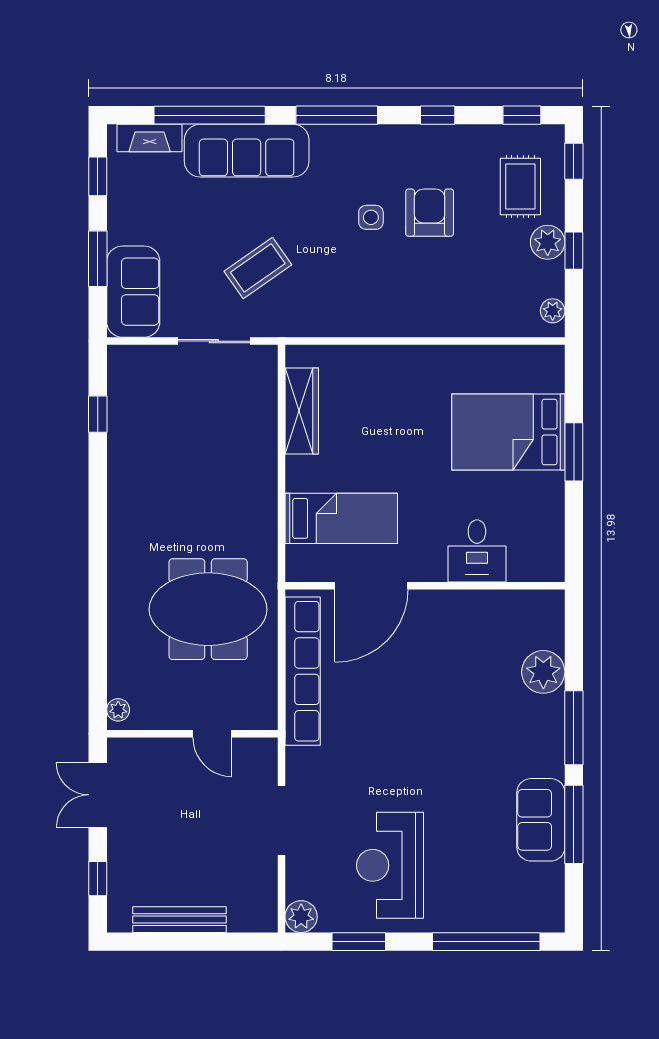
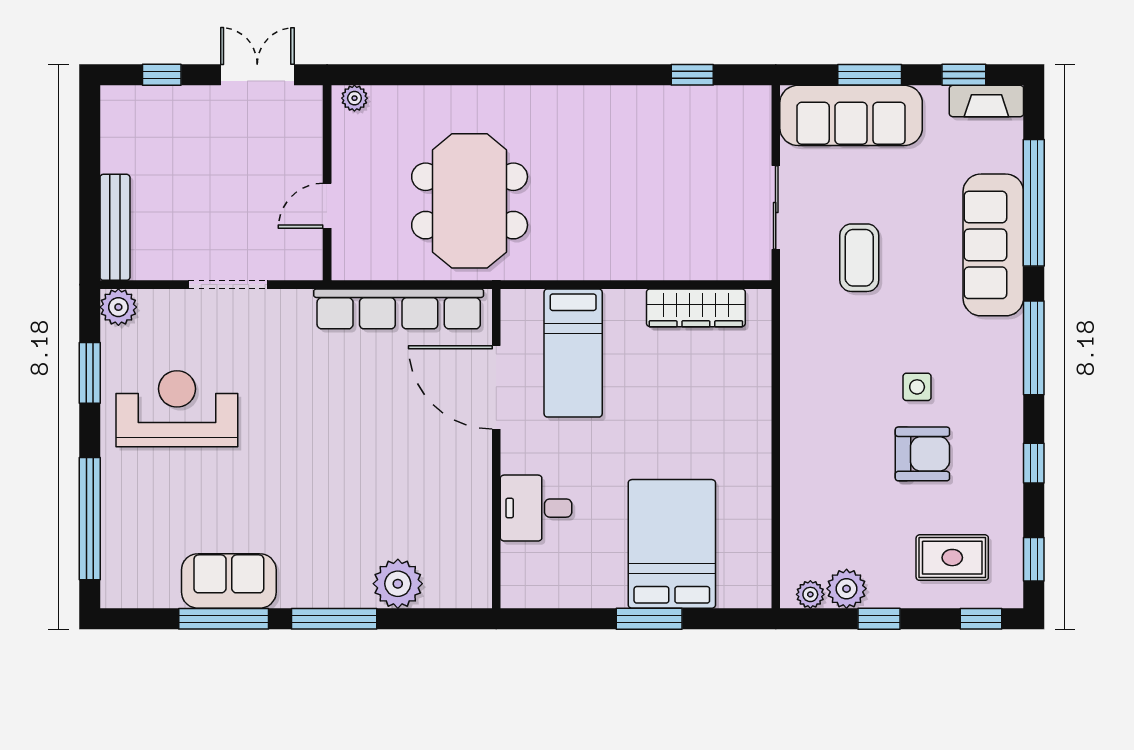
fireplace: (150, 138) -> (986, 101), moved, turned -90
plant: (548, 242) -> (847, 589), moved
coffee table: (258, 268) -> (859, 258), turned 35
sofa: (133, 292) -> (851, 115), width x1.36
bench: (179, 920) -> (115, 227), moved

